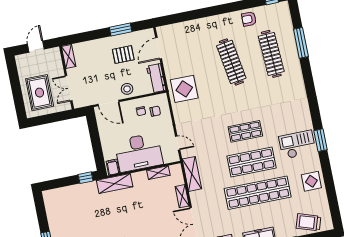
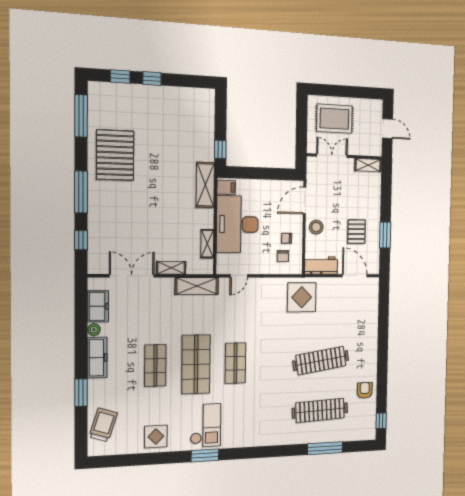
shop shelf: (258, 193) -> (155, 365), width x0.50, depth x0.74

